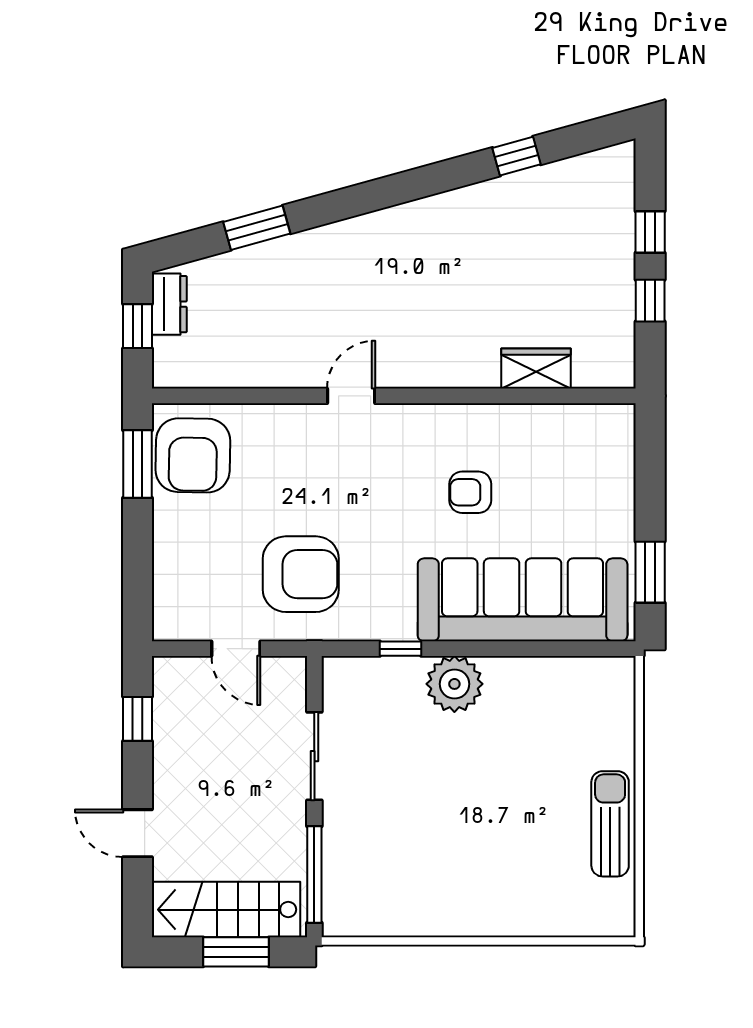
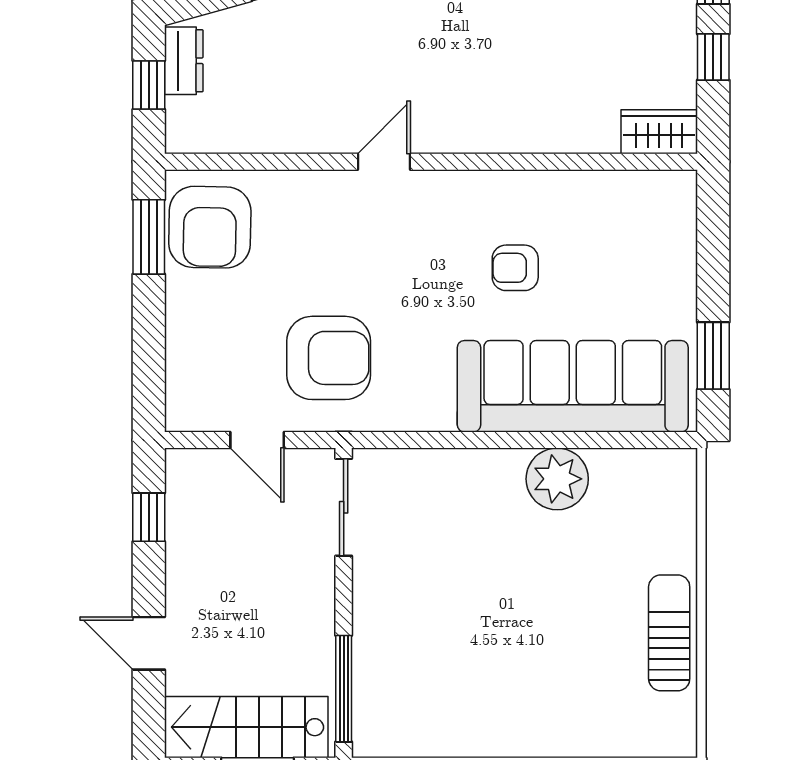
wardrobe: (536, 369) -> (659, 132), moved
window: (401, 649) -> (438, 440), removed
plant: (454, 684) -> (557, 479), moved
sliding door: (314, 756) -> (344, 507), moved

